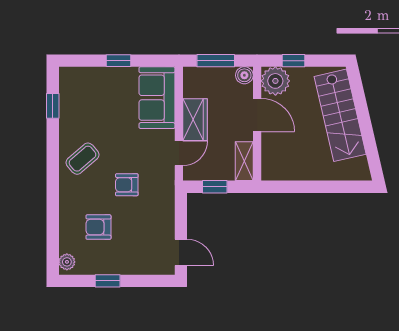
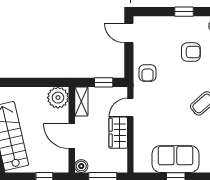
plant: (275, 81) -> (58, 98), moved
sofa: (157, 98) -> (175, 159), moved, turned -90
armchair: (127, 185) -> (148, 73), moved, turned 90

